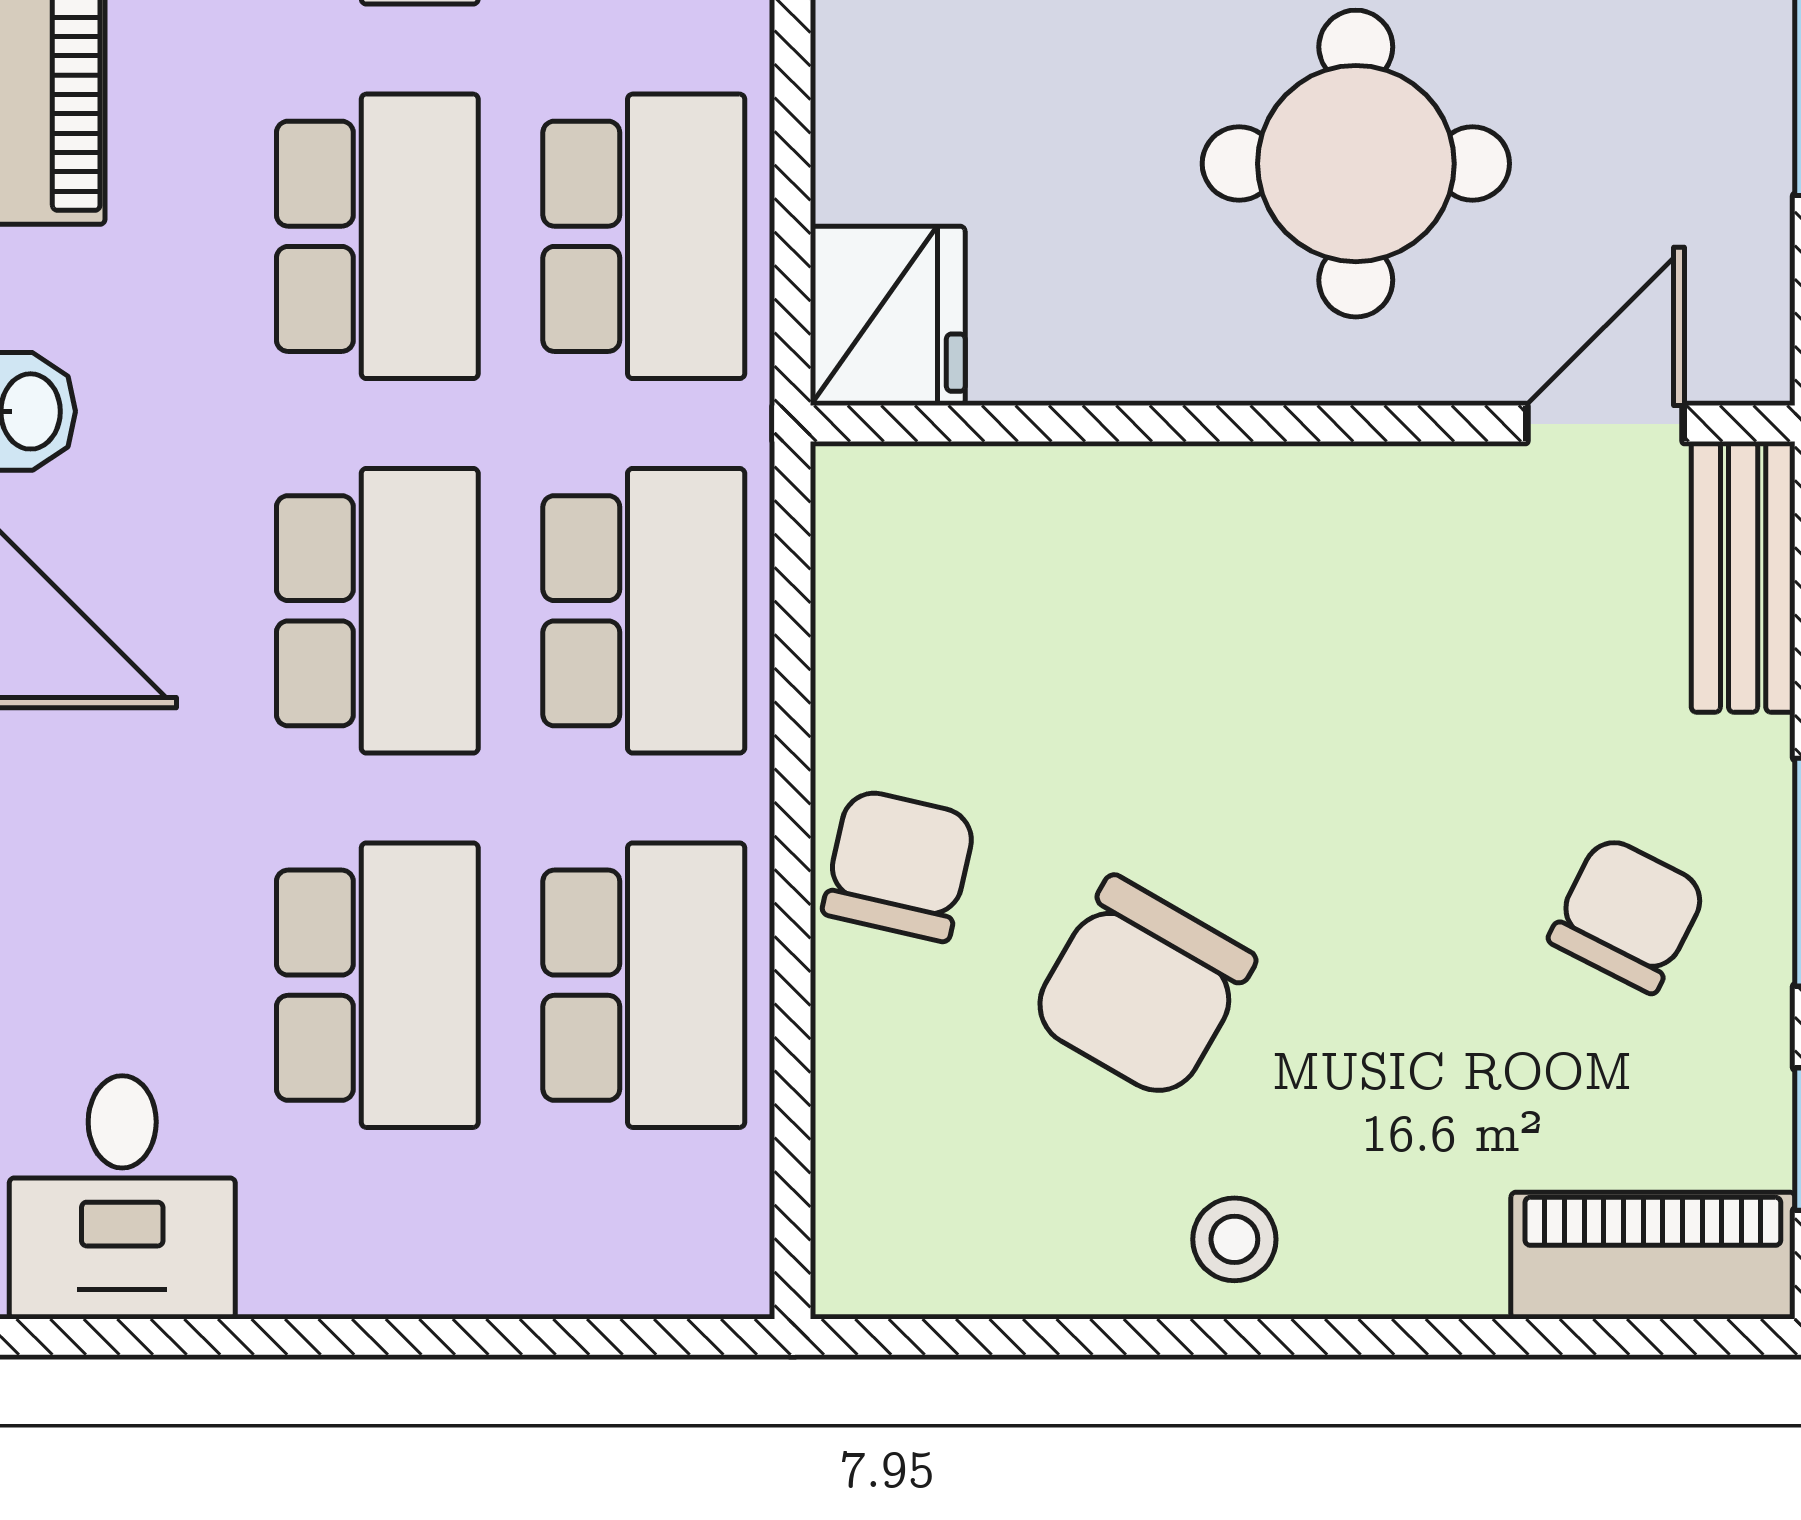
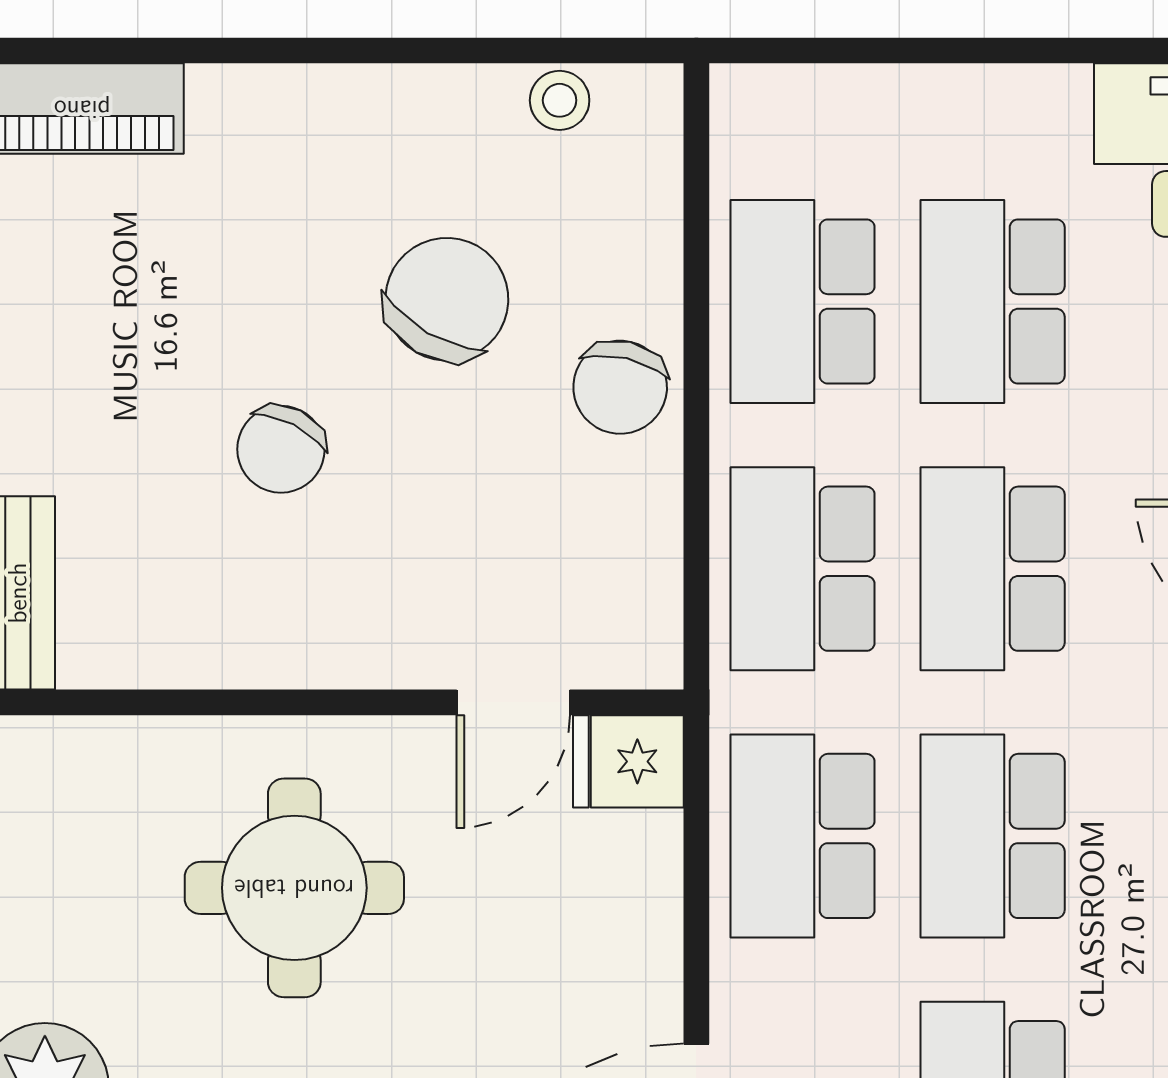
fridge: (888, 316) -> (628, 761), width x0.72
door: (1605, 424) -> (513, 702), moved
chair: (1628, 914) -> (281, 449), moved
stool: (1234, 1239) -> (560, 100), moved

